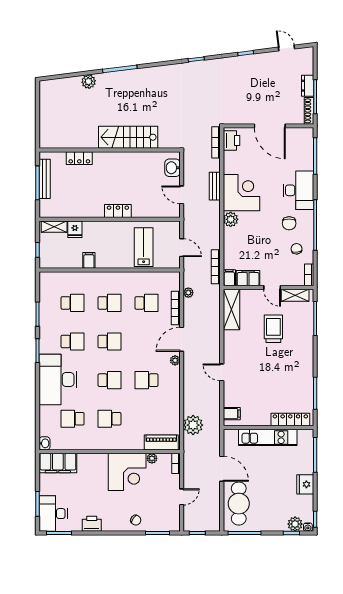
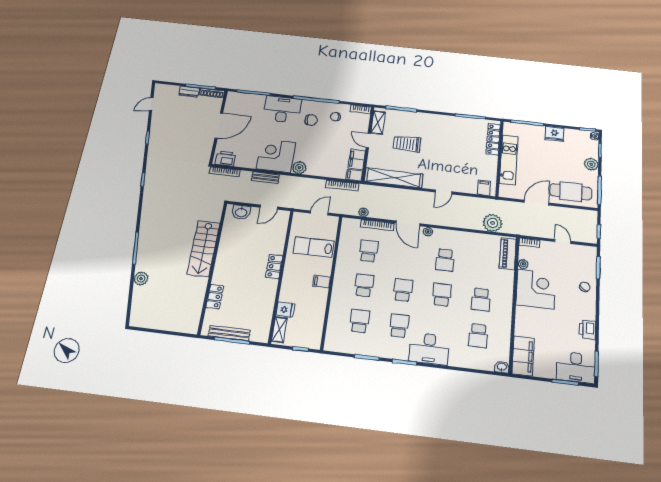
filing cabinet: (89, 260) -> (322, 282), moved
door: (272, 287) -> (368, 140), swing flipped
shelving: (231, 309) -> (394, 178), width x1.47
desk: (58, 379) -> (429, 349), width x0.73, depth x0.77
plant: (295, 524) -> (591, 164), moved

